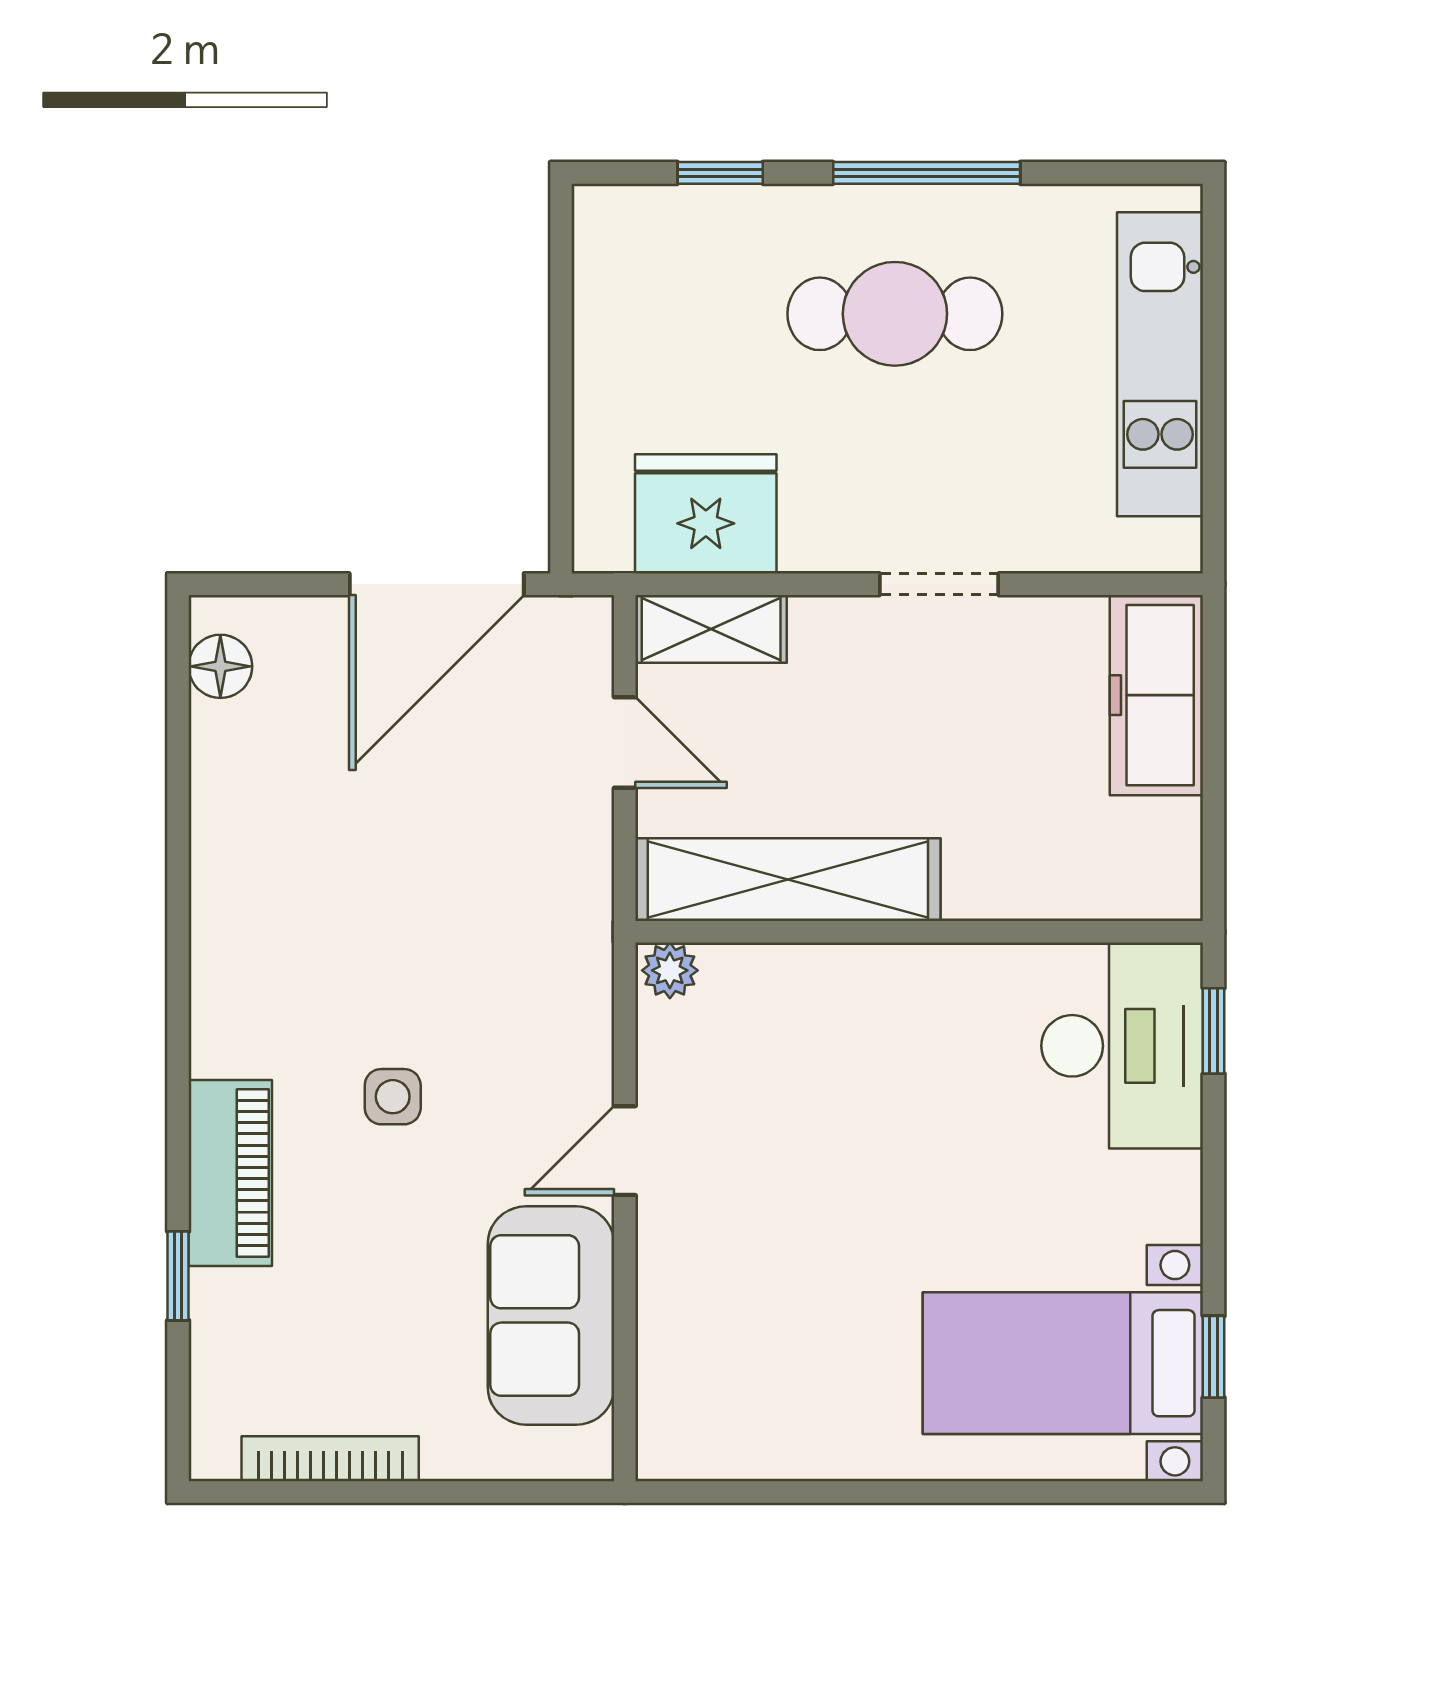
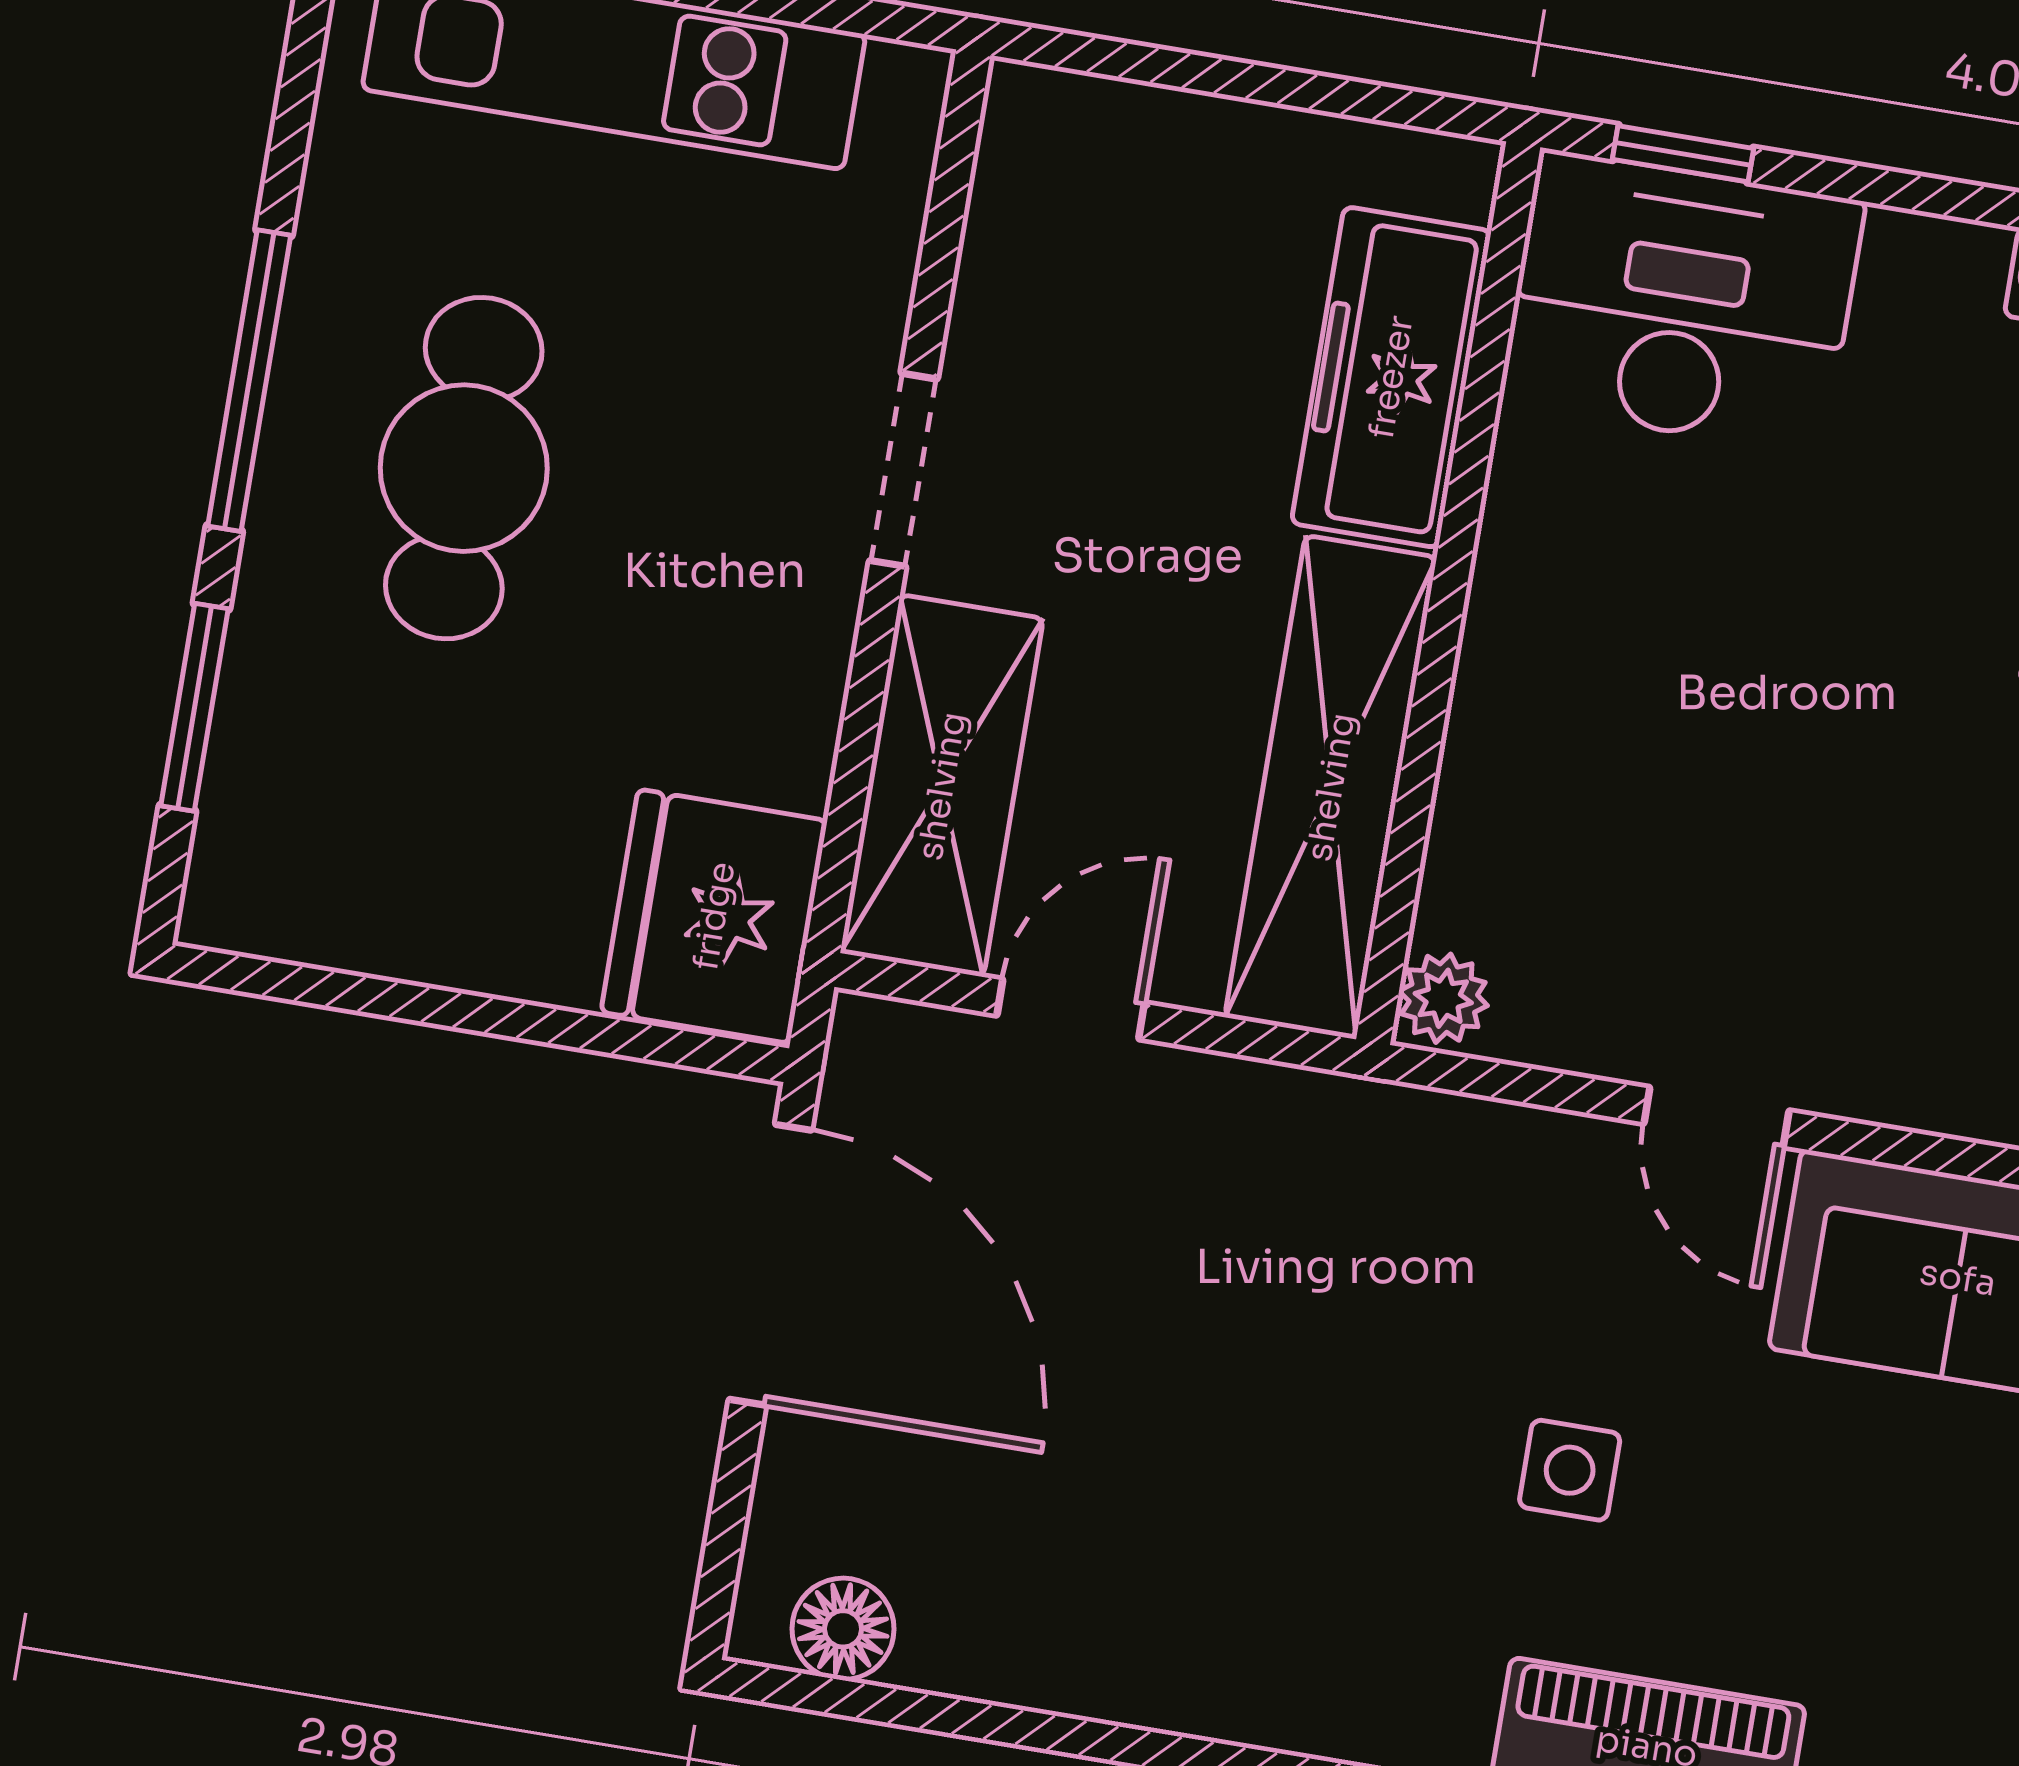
window: (720, 173) -> (194, 707), width x1.50
fridge: (706, 514) -> (714, 916), moved
shelving: (711, 629) -> (942, 786), width x1.50, depth x1.33
freezer: (1156, 695) -> (1391, 377), moved, turned 90

